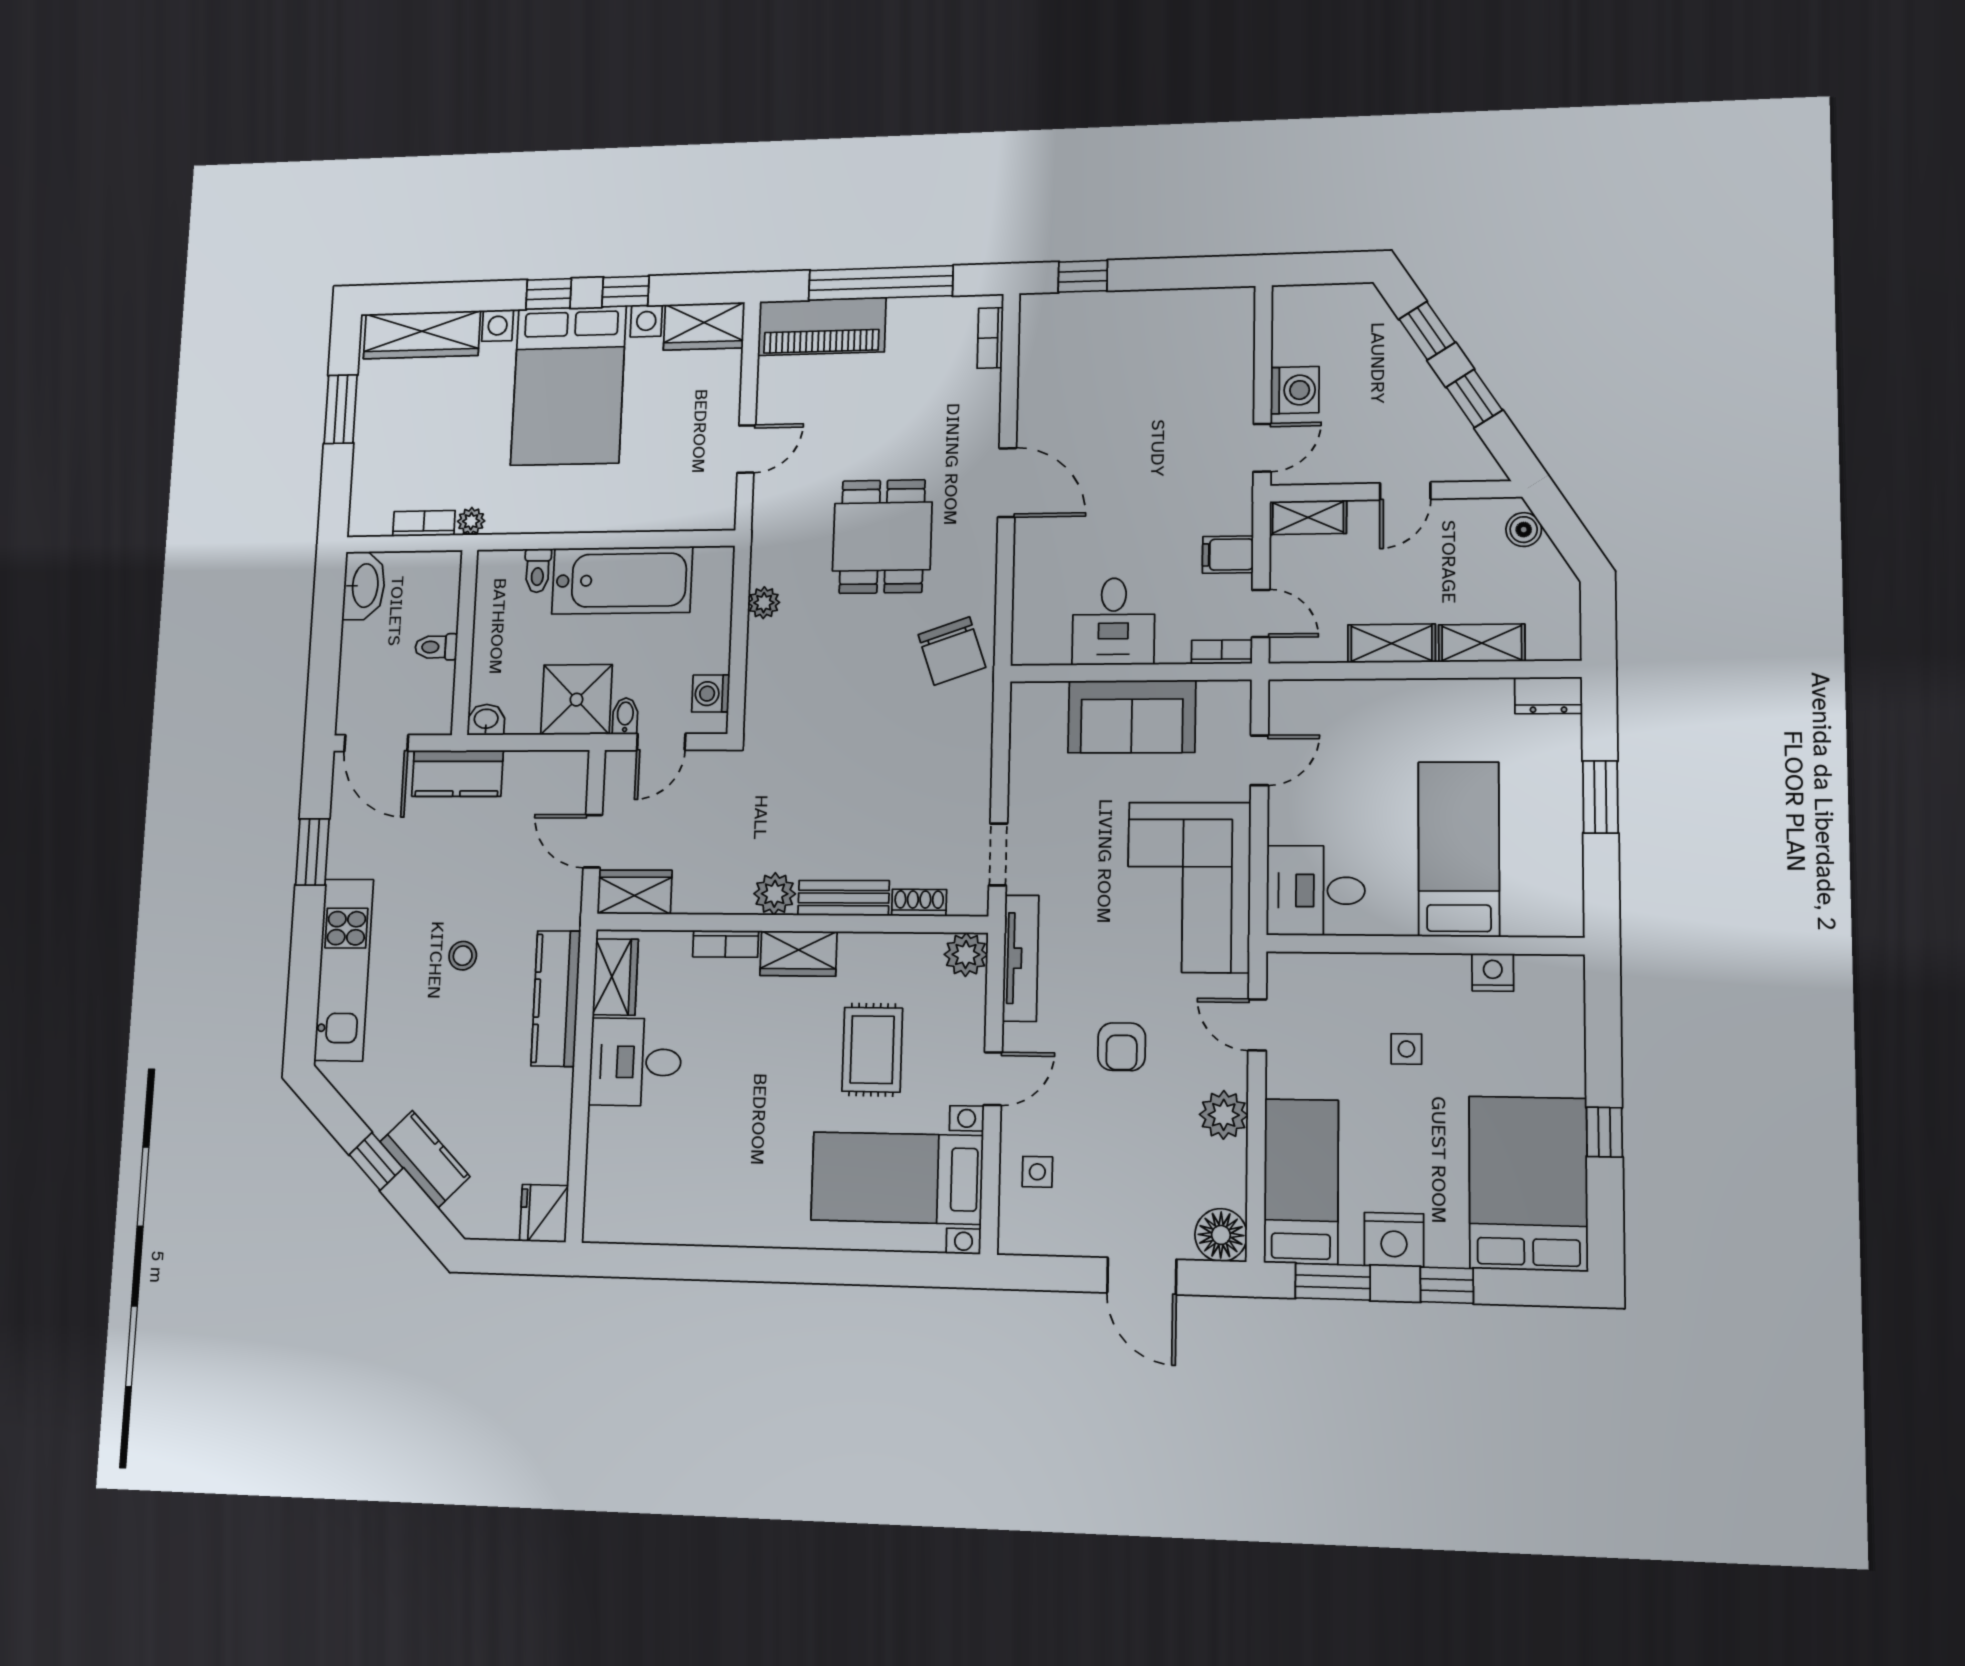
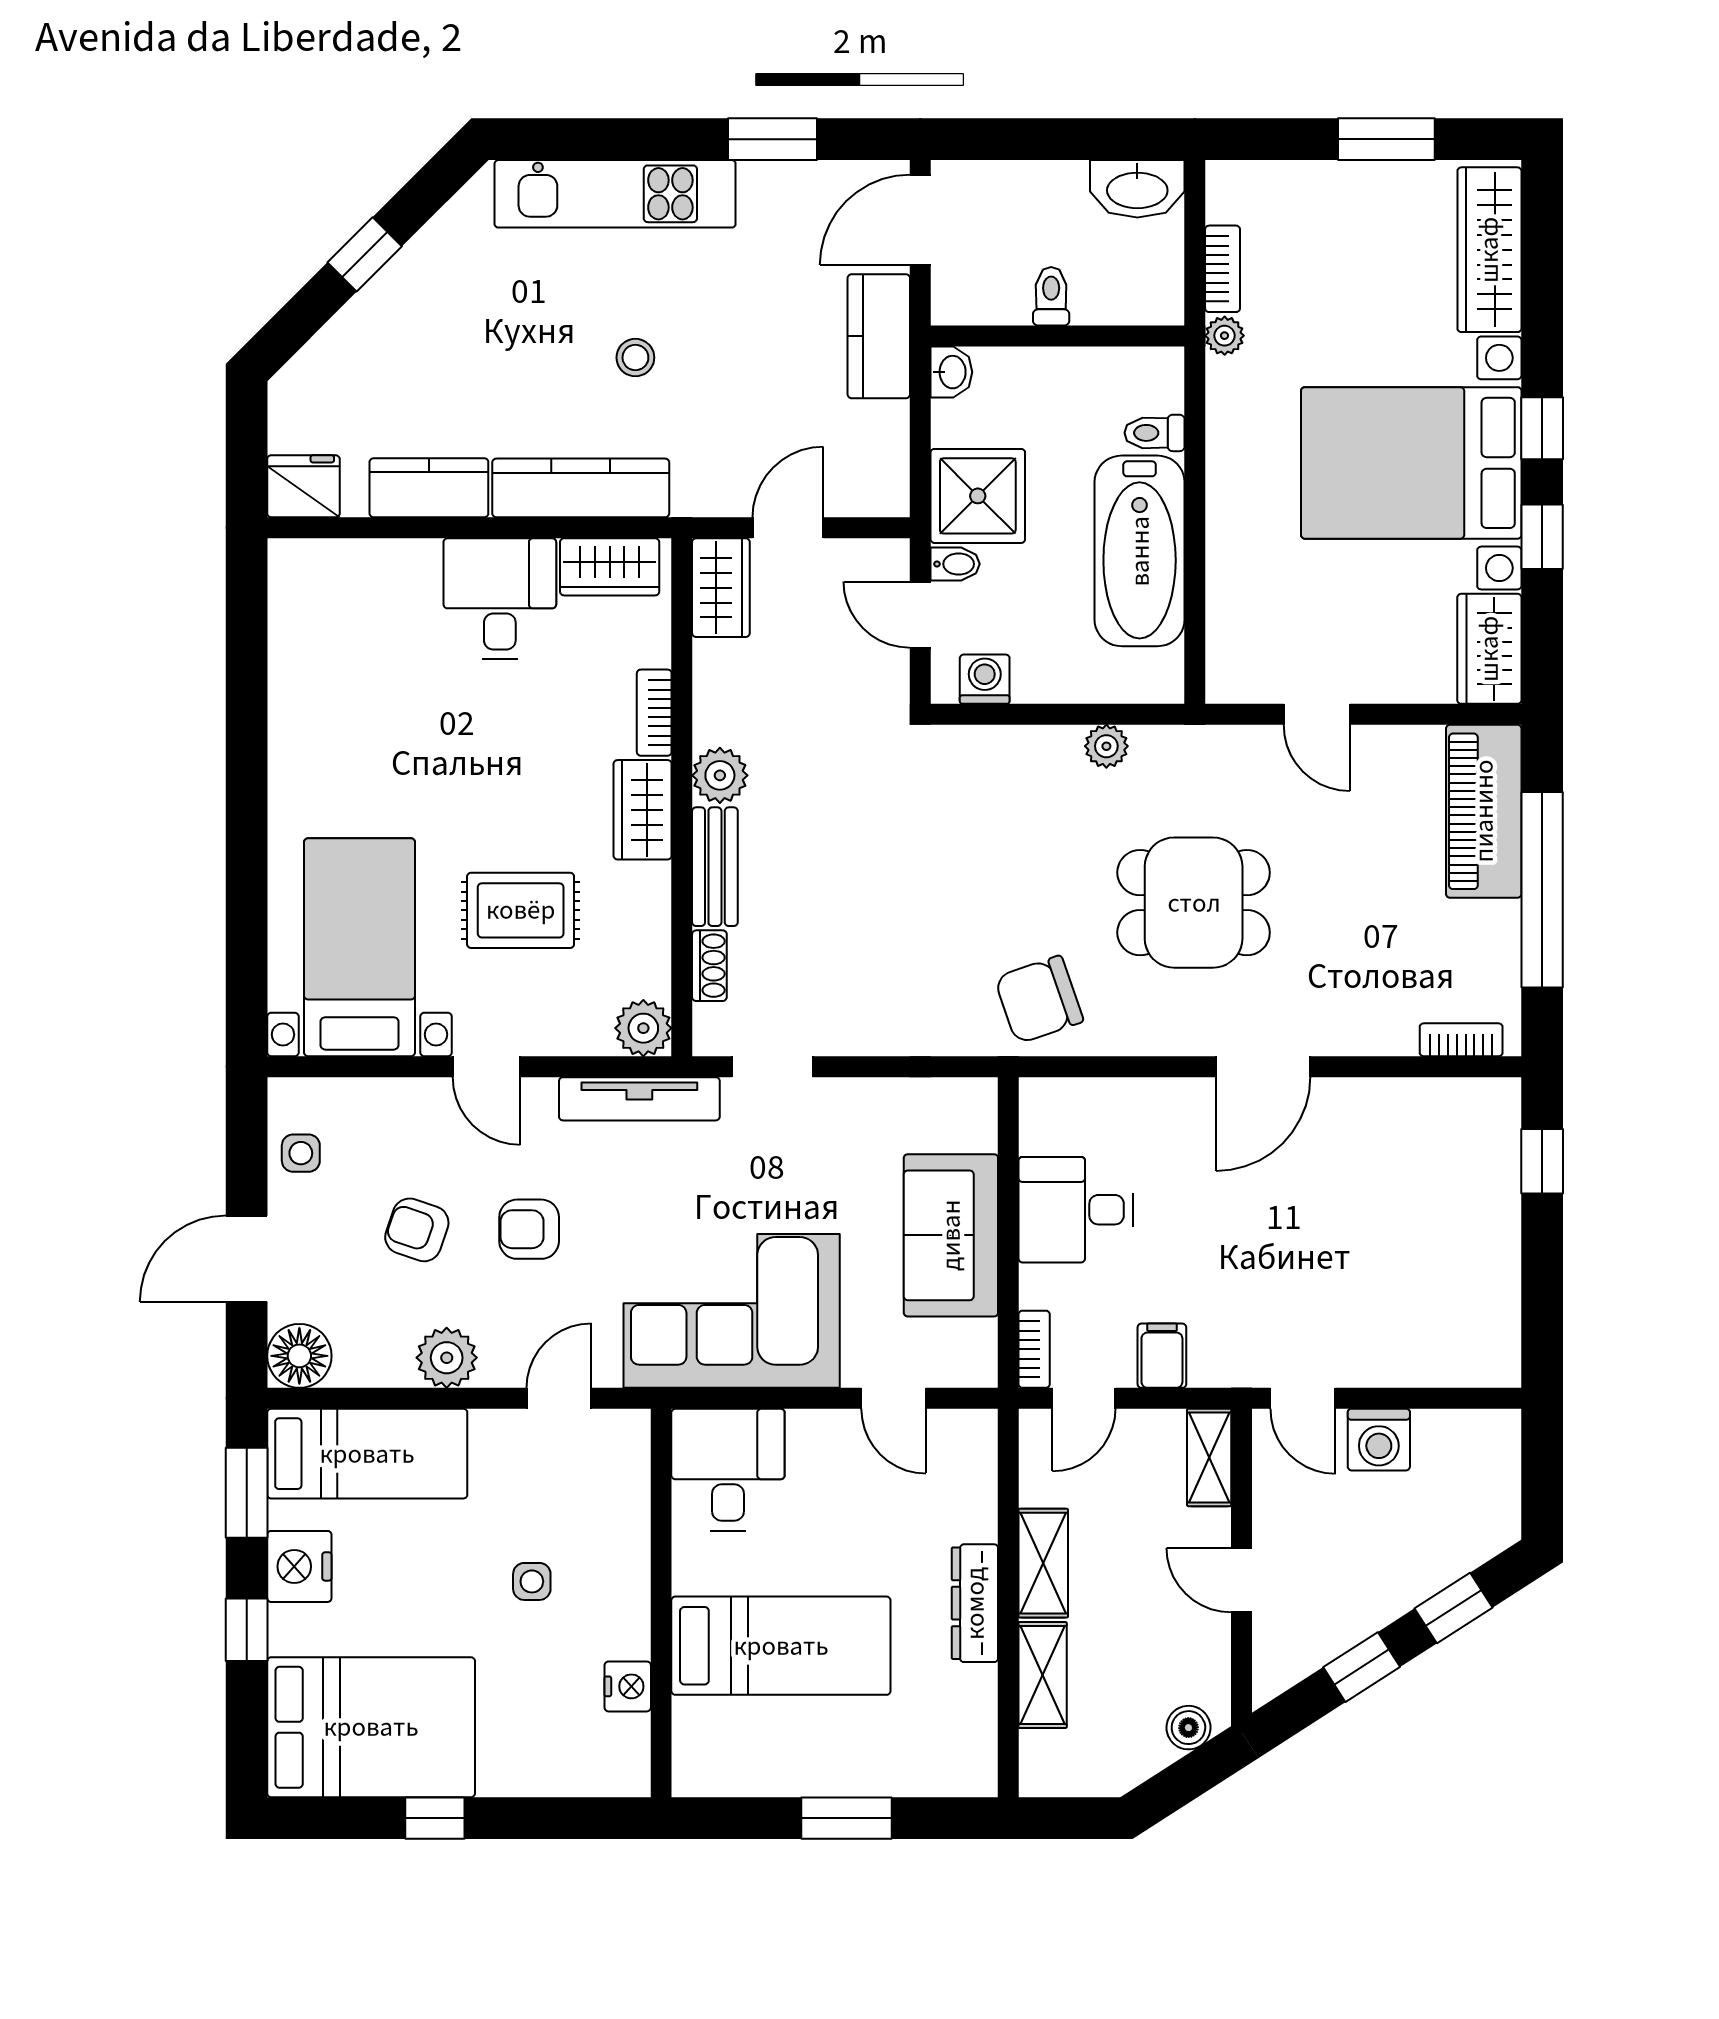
dresser: (1548, 695) -> (975, 1603), moved, width x1.44
armchair: (1121, 1137) -> (417, 1230), added
kitchen counter: (425, 1159) -> (429, 488), moved, turned -135
side table: (1037, 1172) -> (301, 1153), moved

